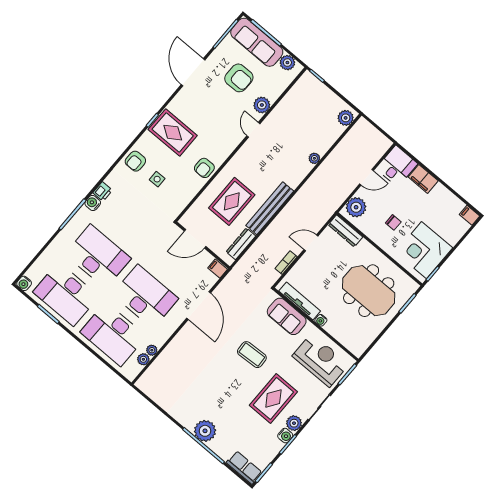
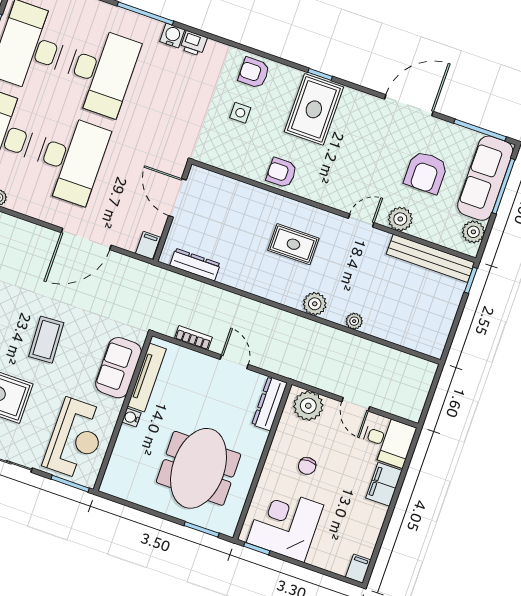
plant: (346, 118) -> (315, 304), moved
rug: (232, 201) -> (293, 244), moved, width x0.73, depth x0.70
bench: (270, 208) -> (430, 258), moved

